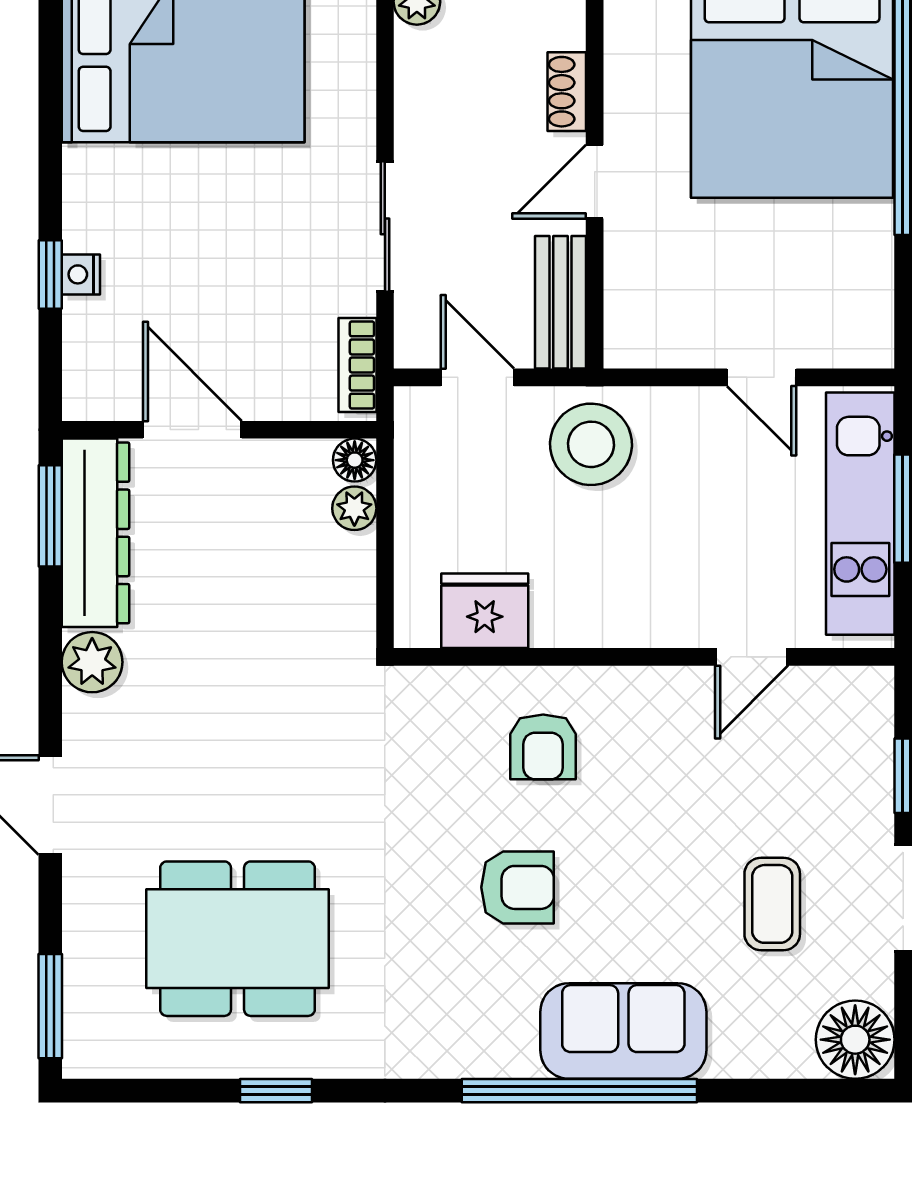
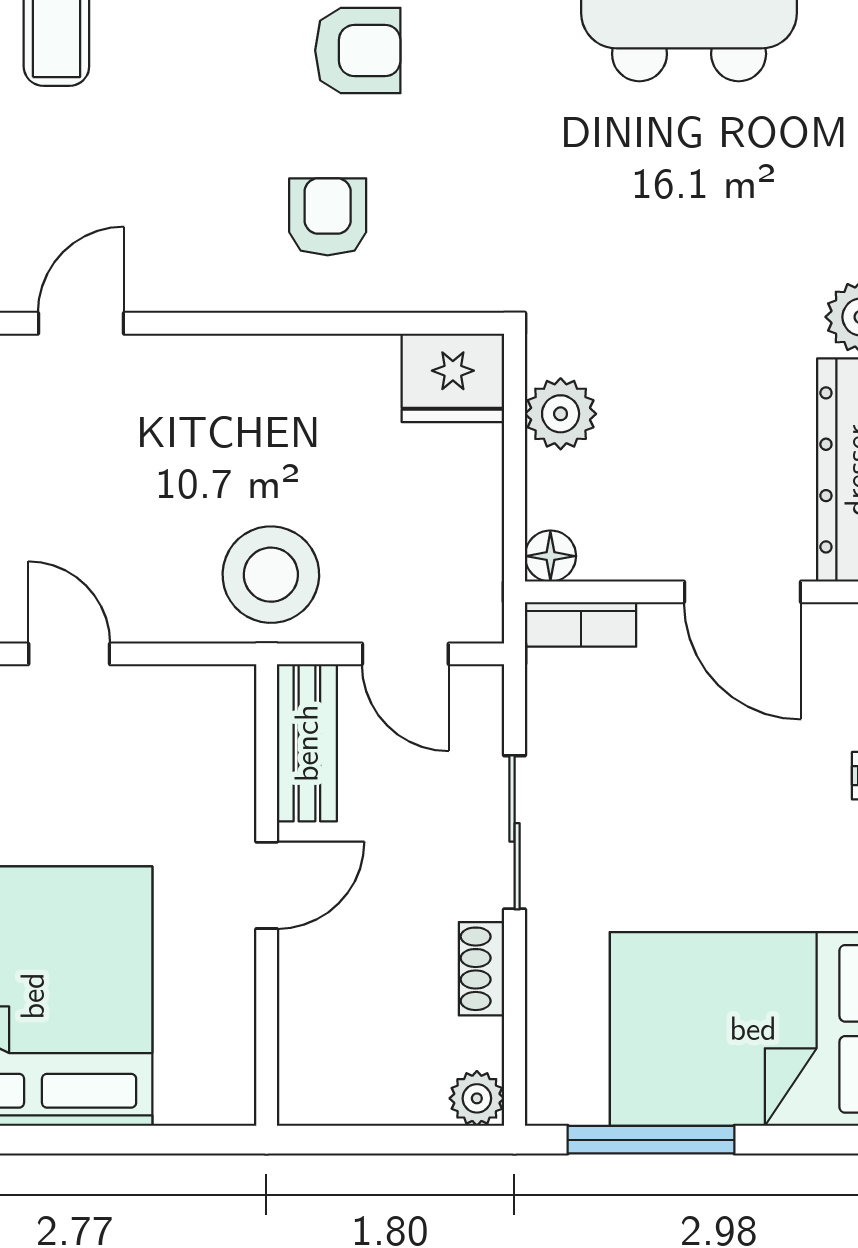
shoe rack: (567, 92) -> (482, 969), moved, turned 180
bookcase: (357, 365) -> (581, 624), moved, turned 90
plant: (354, 508) -> (561, 414), moved, width x1.38, depth x1.38
fridge: (485, 611) -> (453, 378), moved
armchair: (518, 887) -> (358, 50), turned 180

